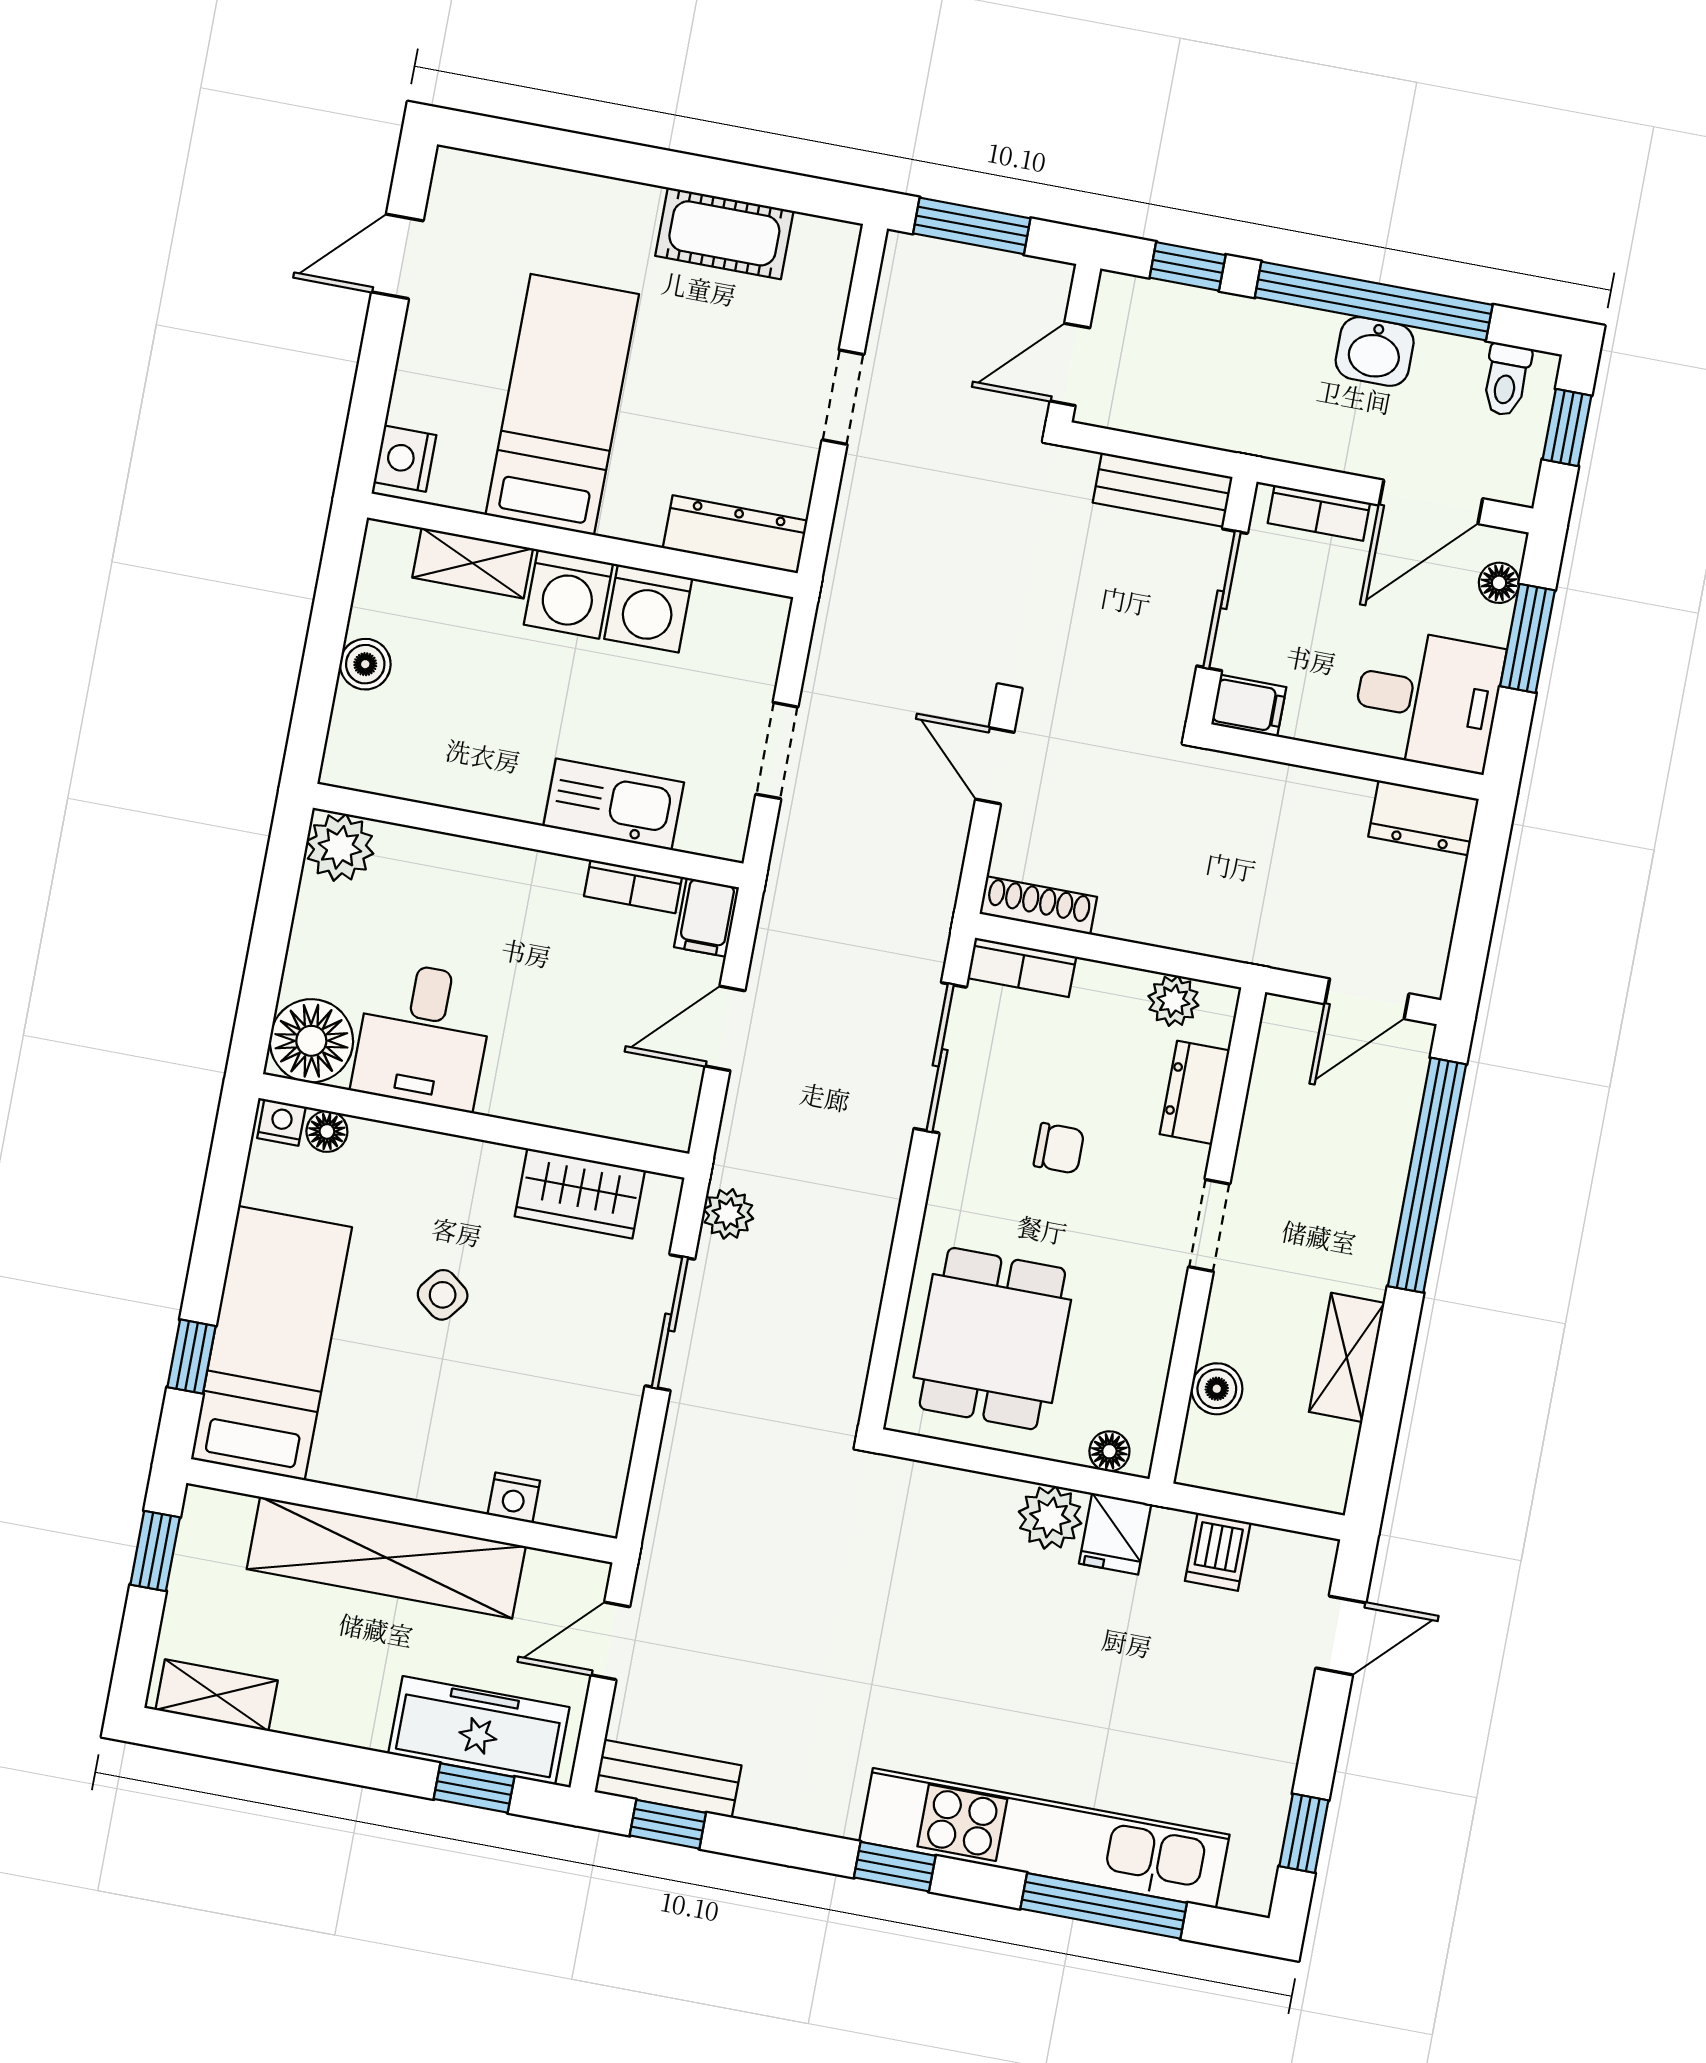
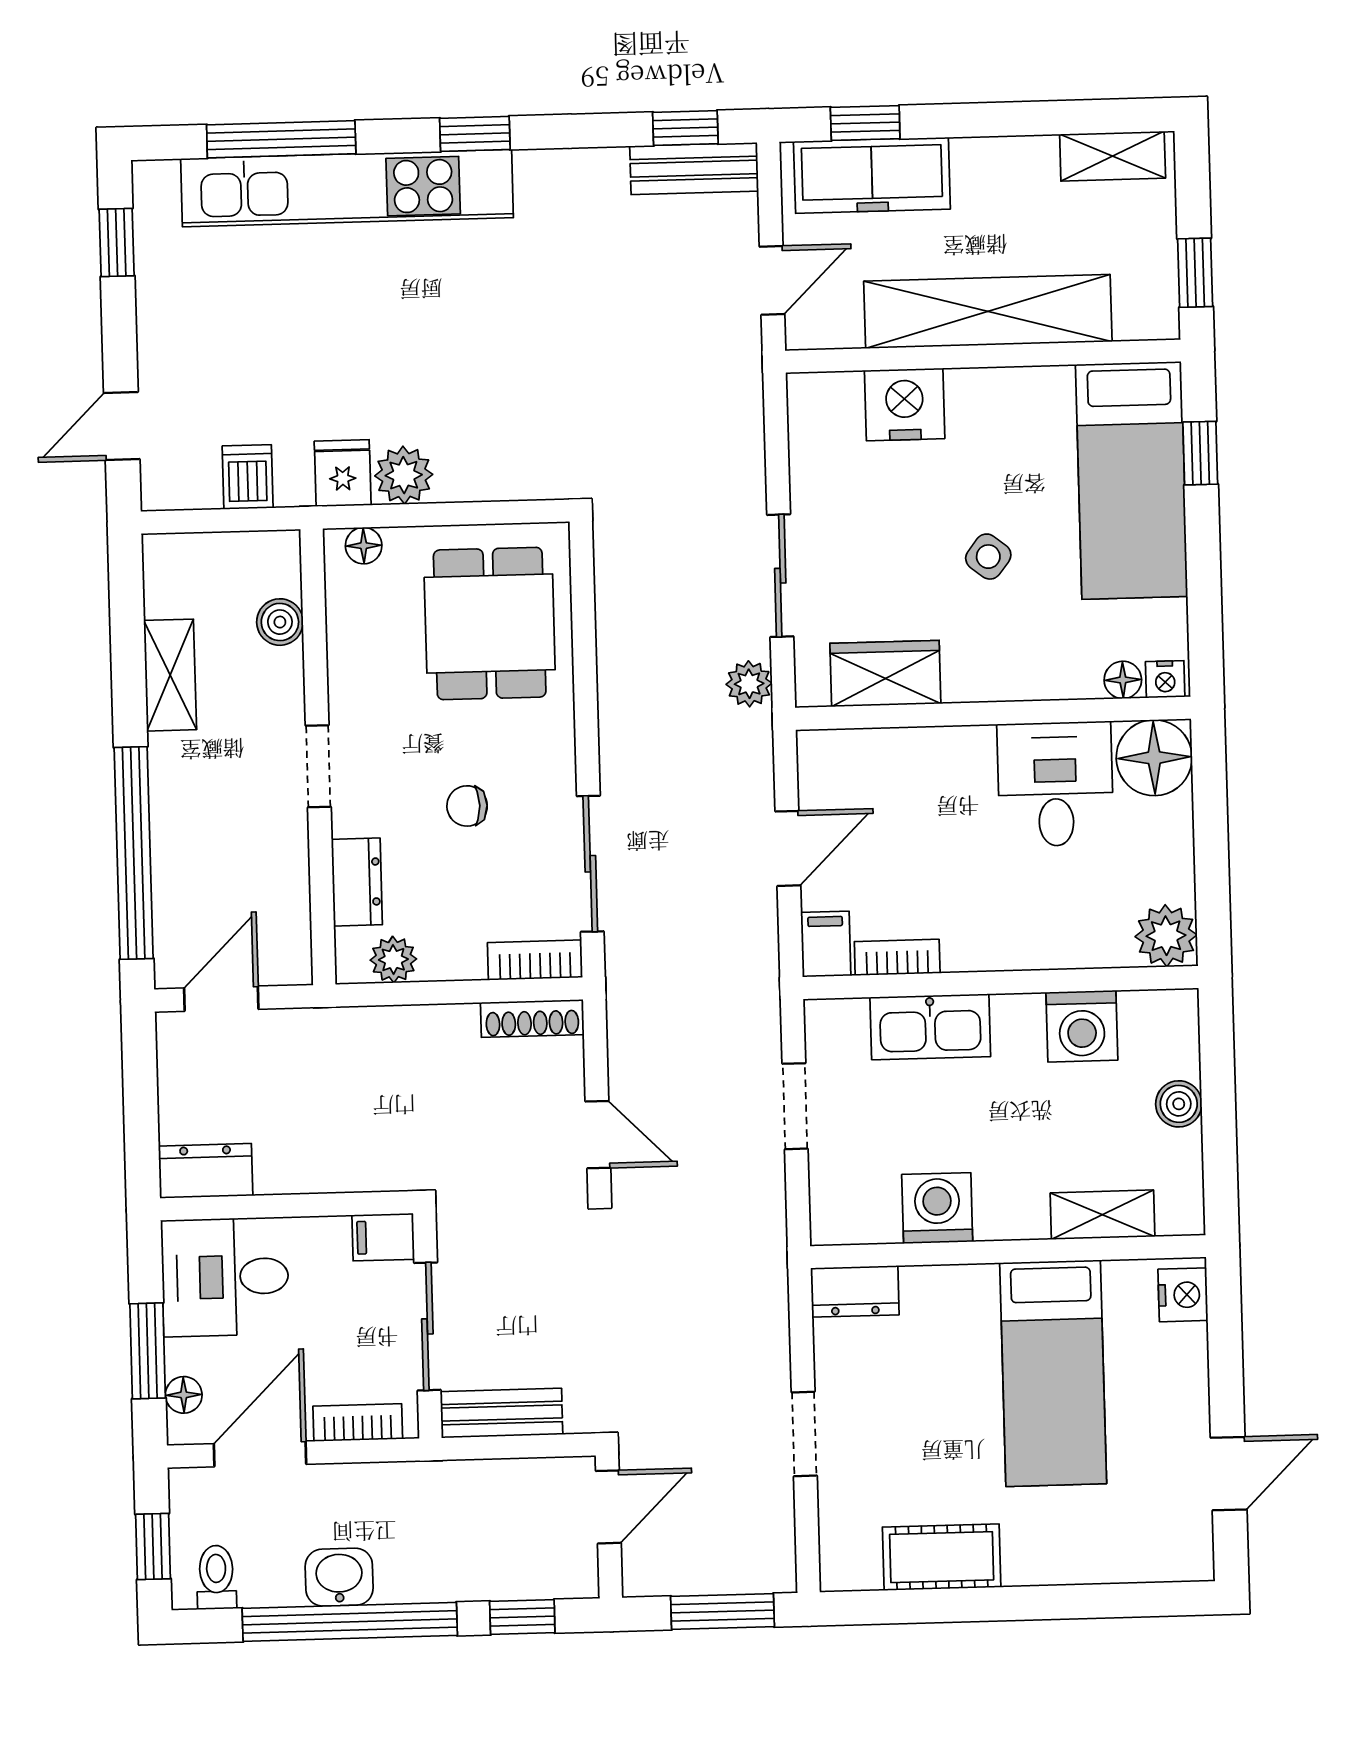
dresser: (735, 534) -> (855, 1291), width x0.70
washing machine: (568, 594) -> (1082, 1026), moved, turned 180
nightstand: (514, 1498) -> (905, 405), width x1.89, depth x1.79

